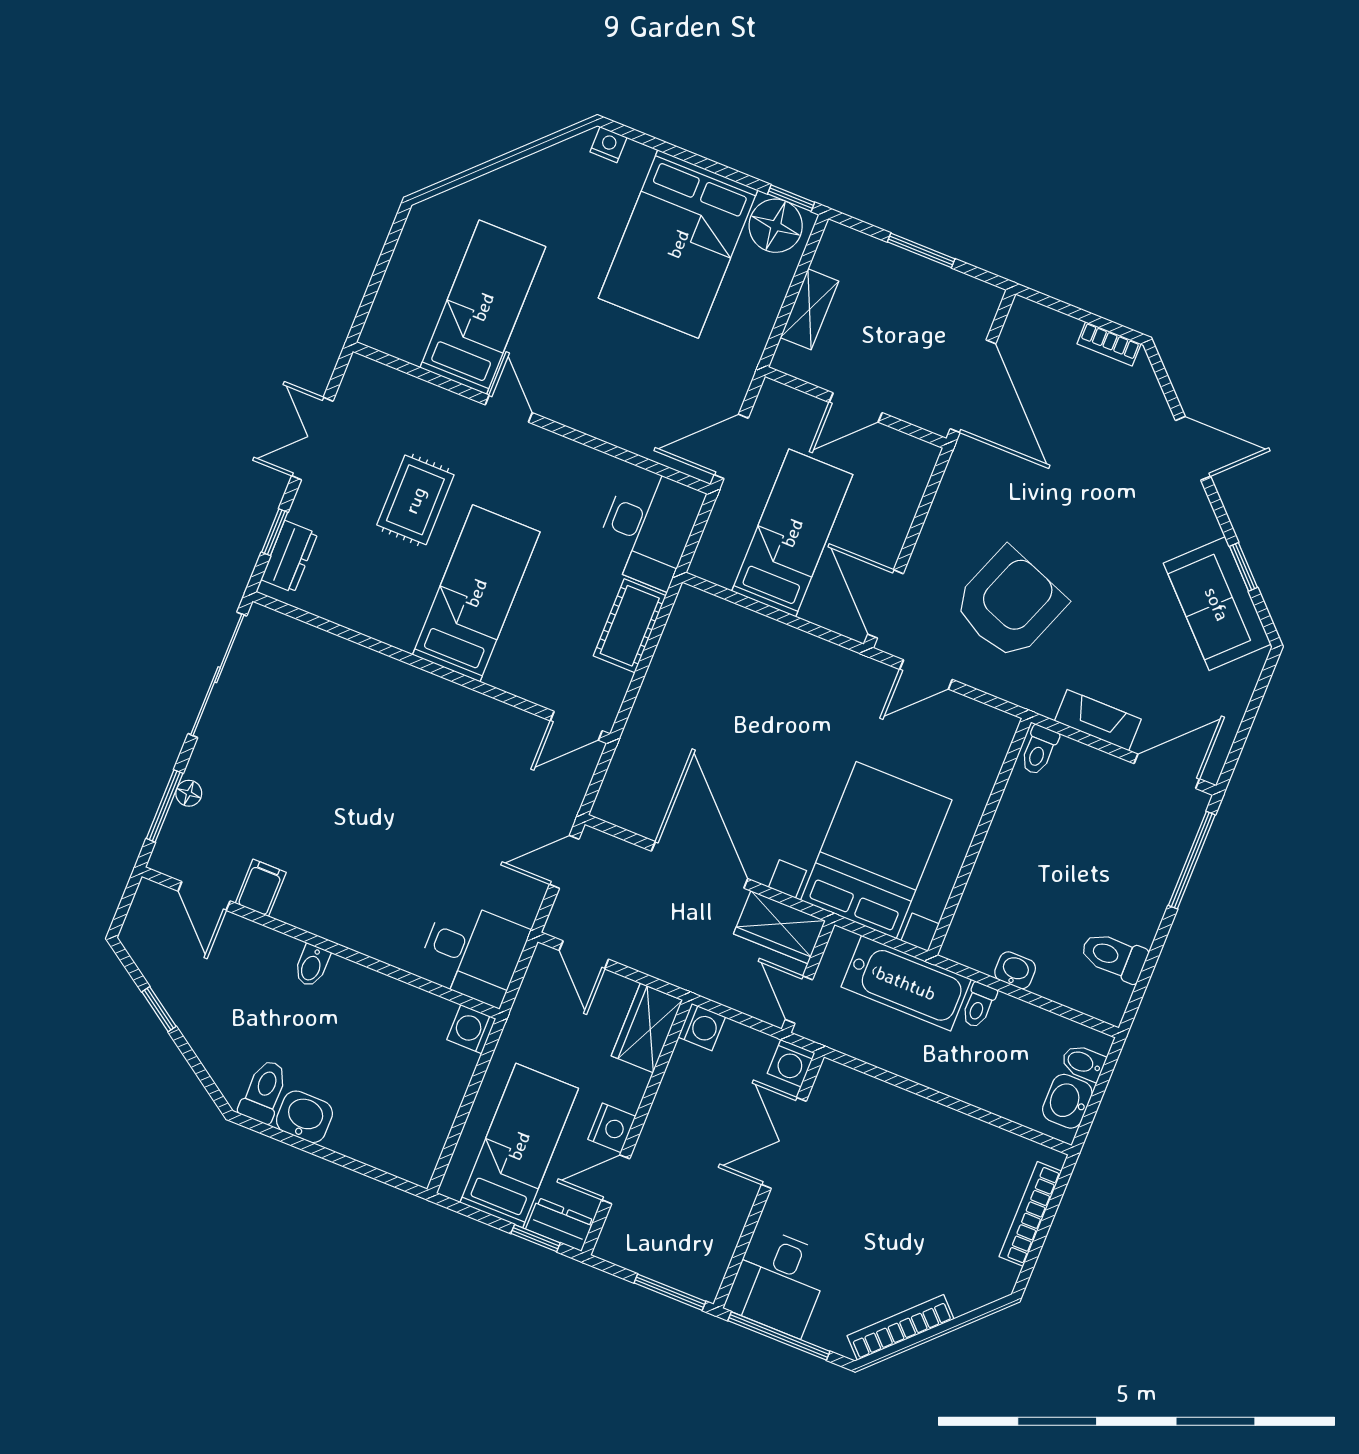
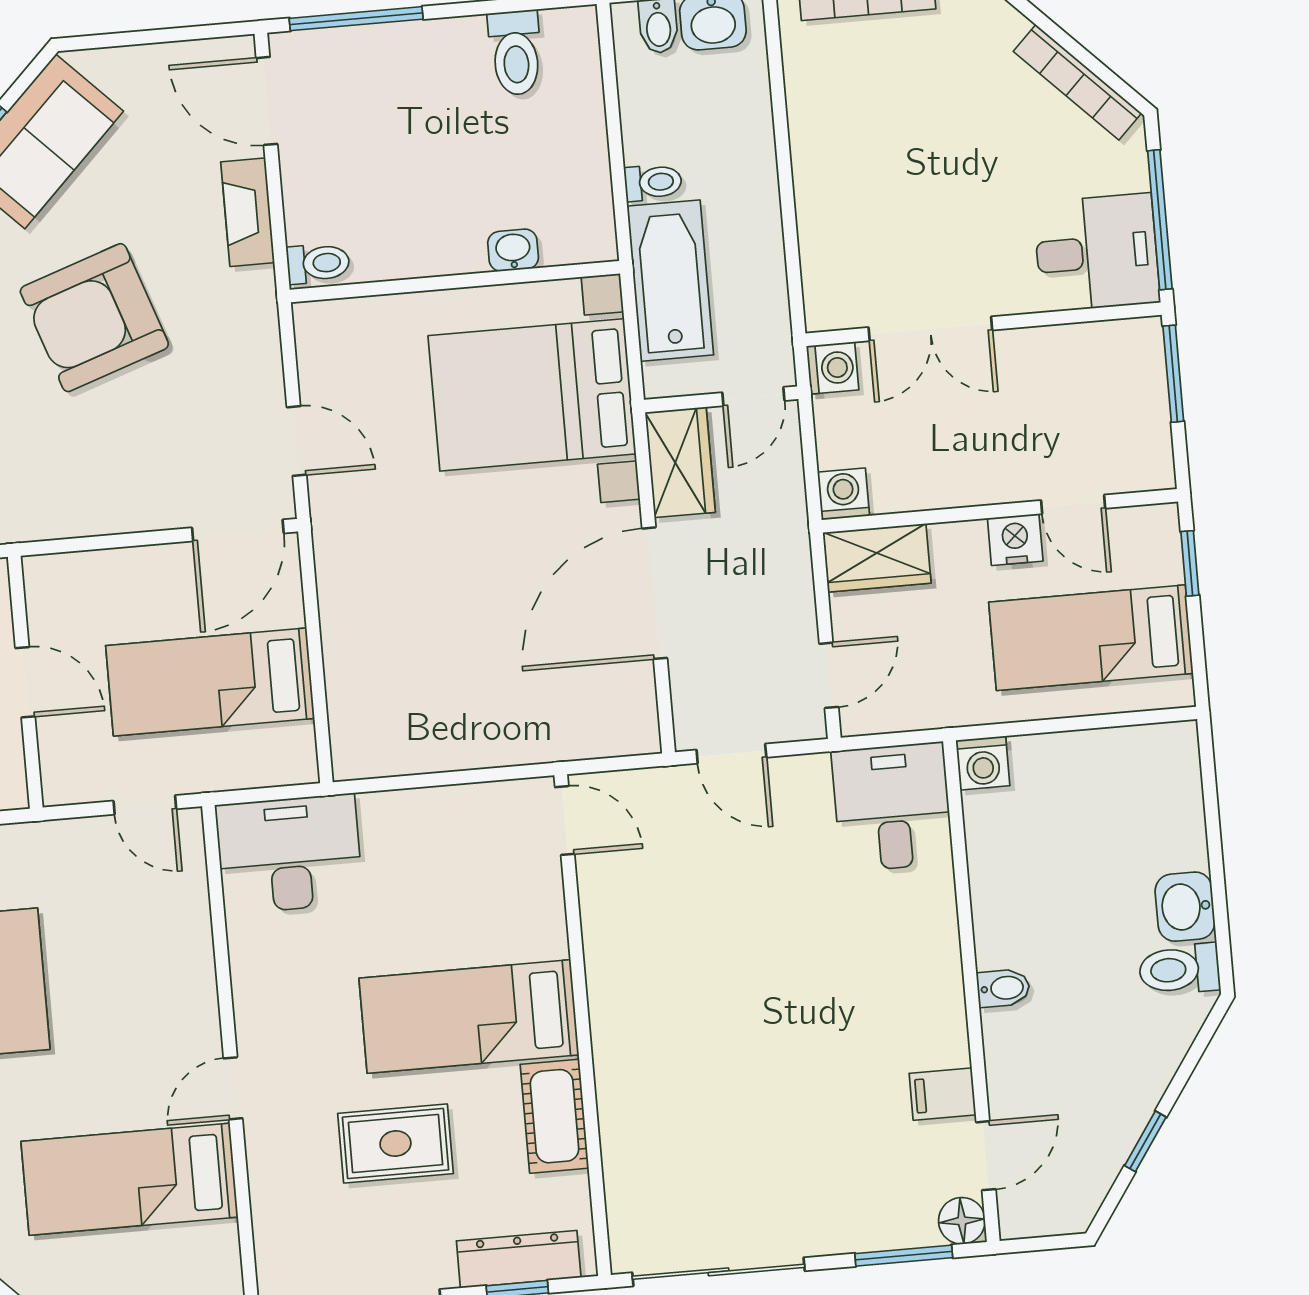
door: (731, 446) -> (145, 805), width x0.73
dresser: (289, 557) -> (519, 1259), width x1.44
armchair: (1009, 604) -> (94, 318), moved, turned -40
cot: (630, 626) -> (555, 1116), moved, turned 90
floor lamp: (189, 793) -> (962, 1221), moved, width x1.37, depth x1.37
washbasin: (1015, 970) -> (513, 250), moved, turned 90
dresser: (560, 1224) -> (1159, 543), removed

